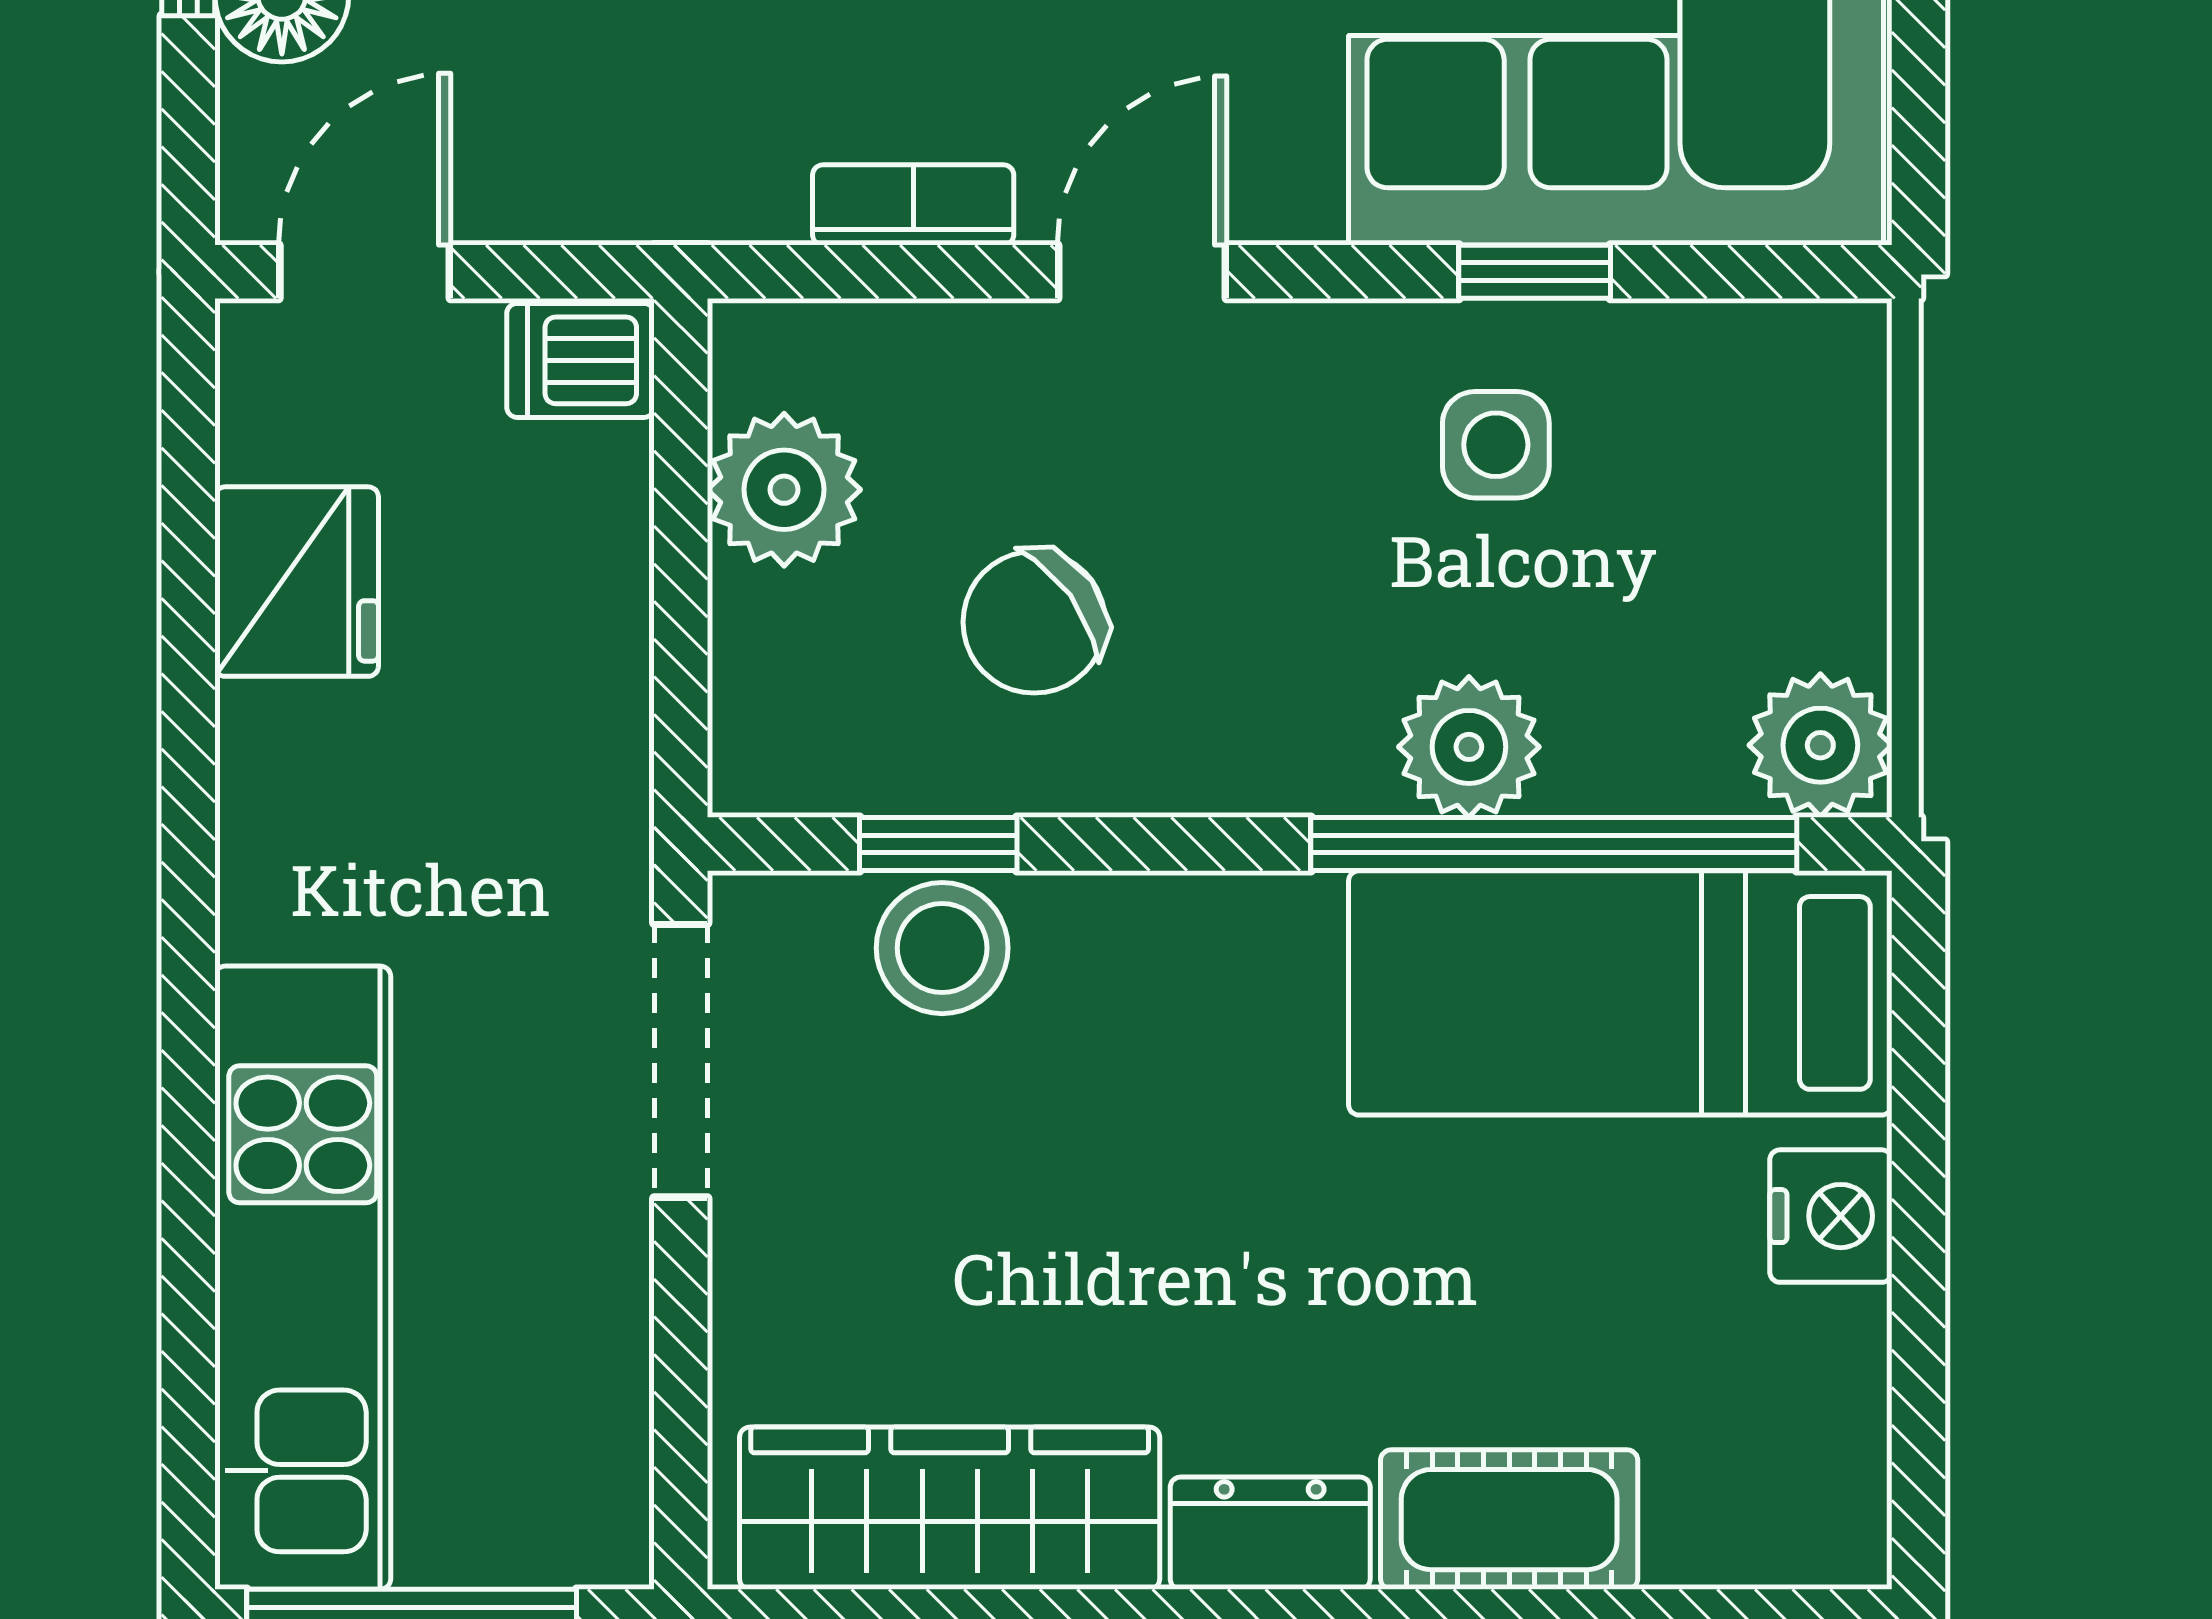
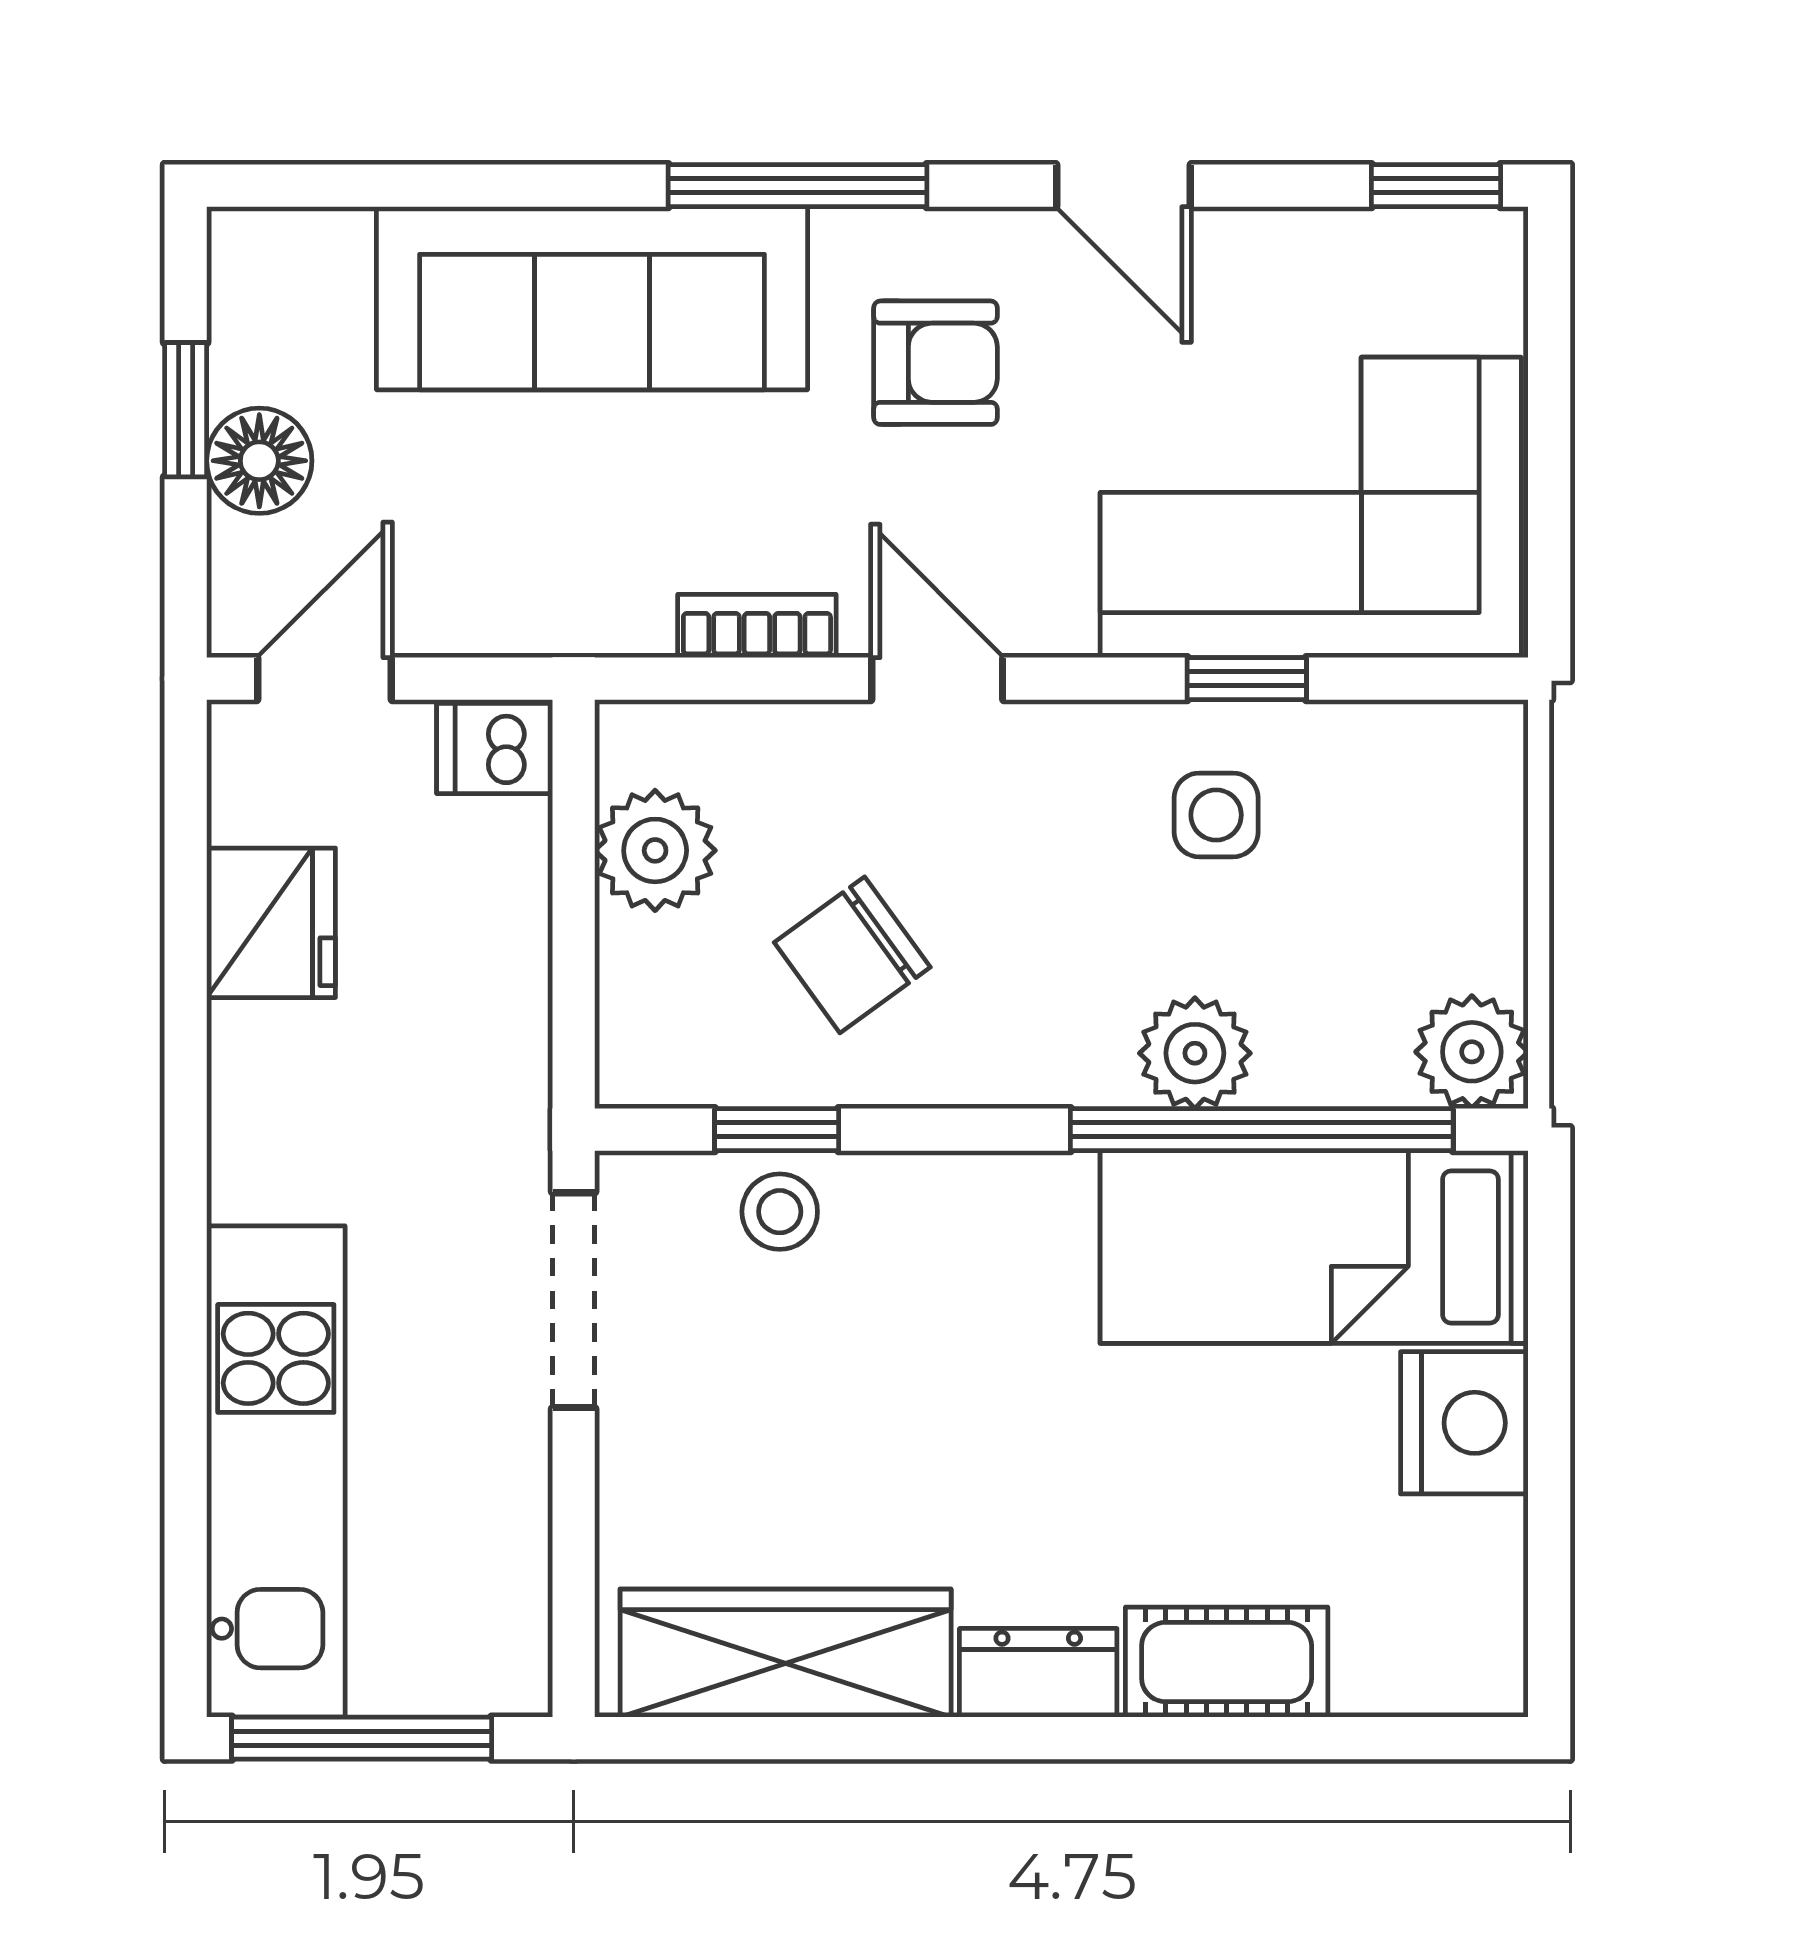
door: (1142, 272) -> (937, 679), hinge flipped
stool: (942, 948) -> (780, 1212), width x0.73, depth x0.73
nightstand: (1831, 1216) -> (1464, 1423), width x1.36, depth x1.33

